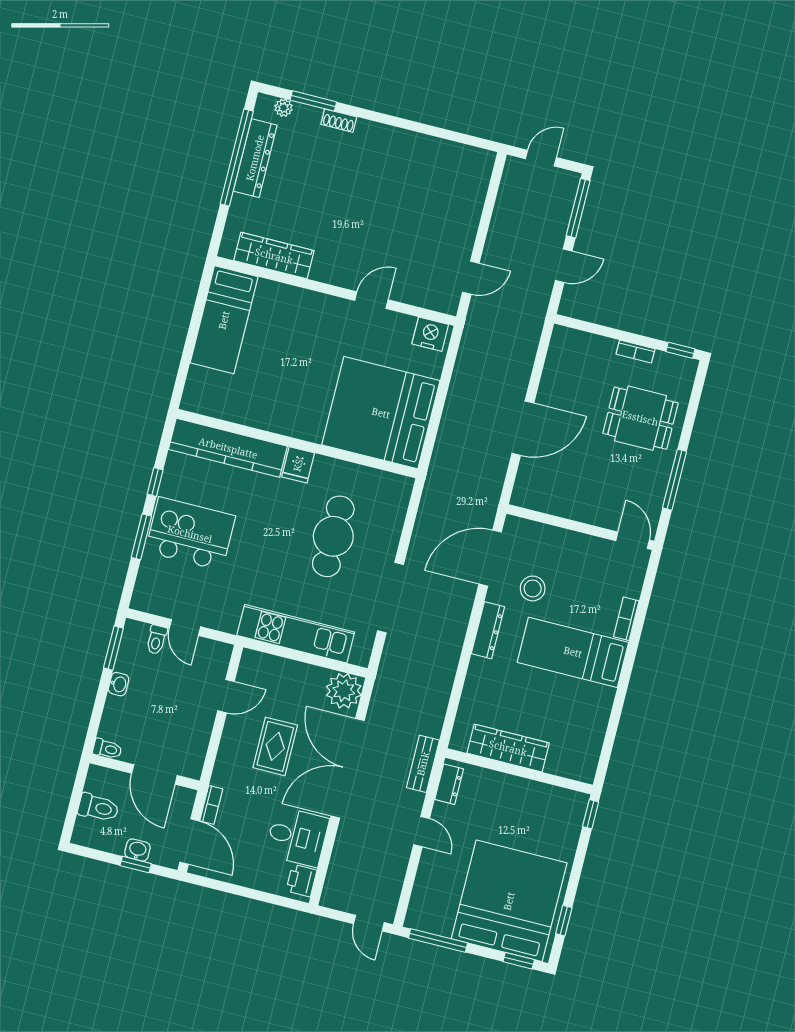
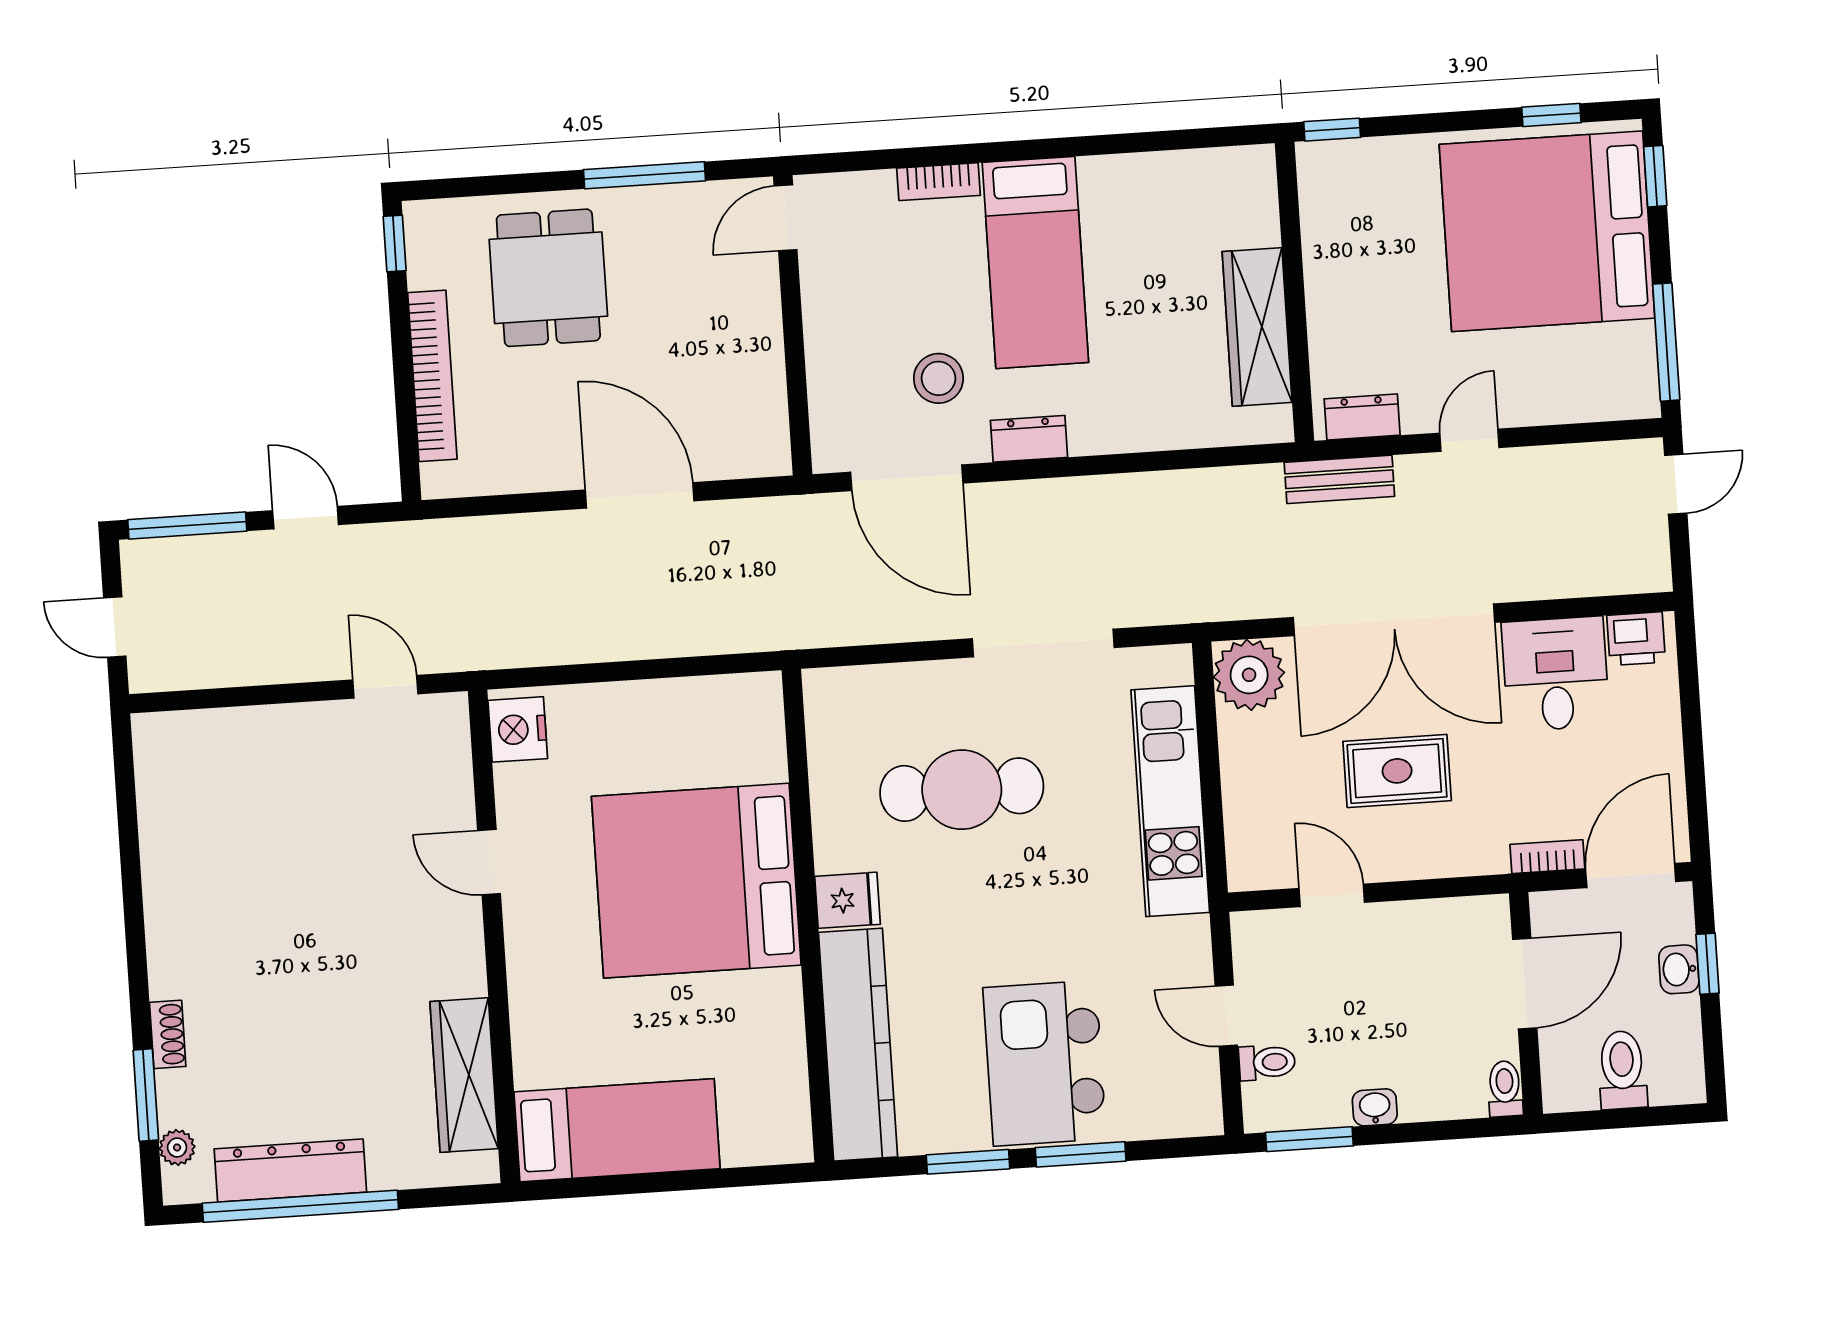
bookcase: (635, 352) -> (432, 376), width x2.31, depth x1.31
bed: (381, 413) -> (696, 881), moved, turned 90
window: (155, 482) -> (968, 1162), width x1.50
door: (185, 627) -> (1226, 1016), swing flipped
dresser: (488, 630) -> (1029, 439), width x0.70

